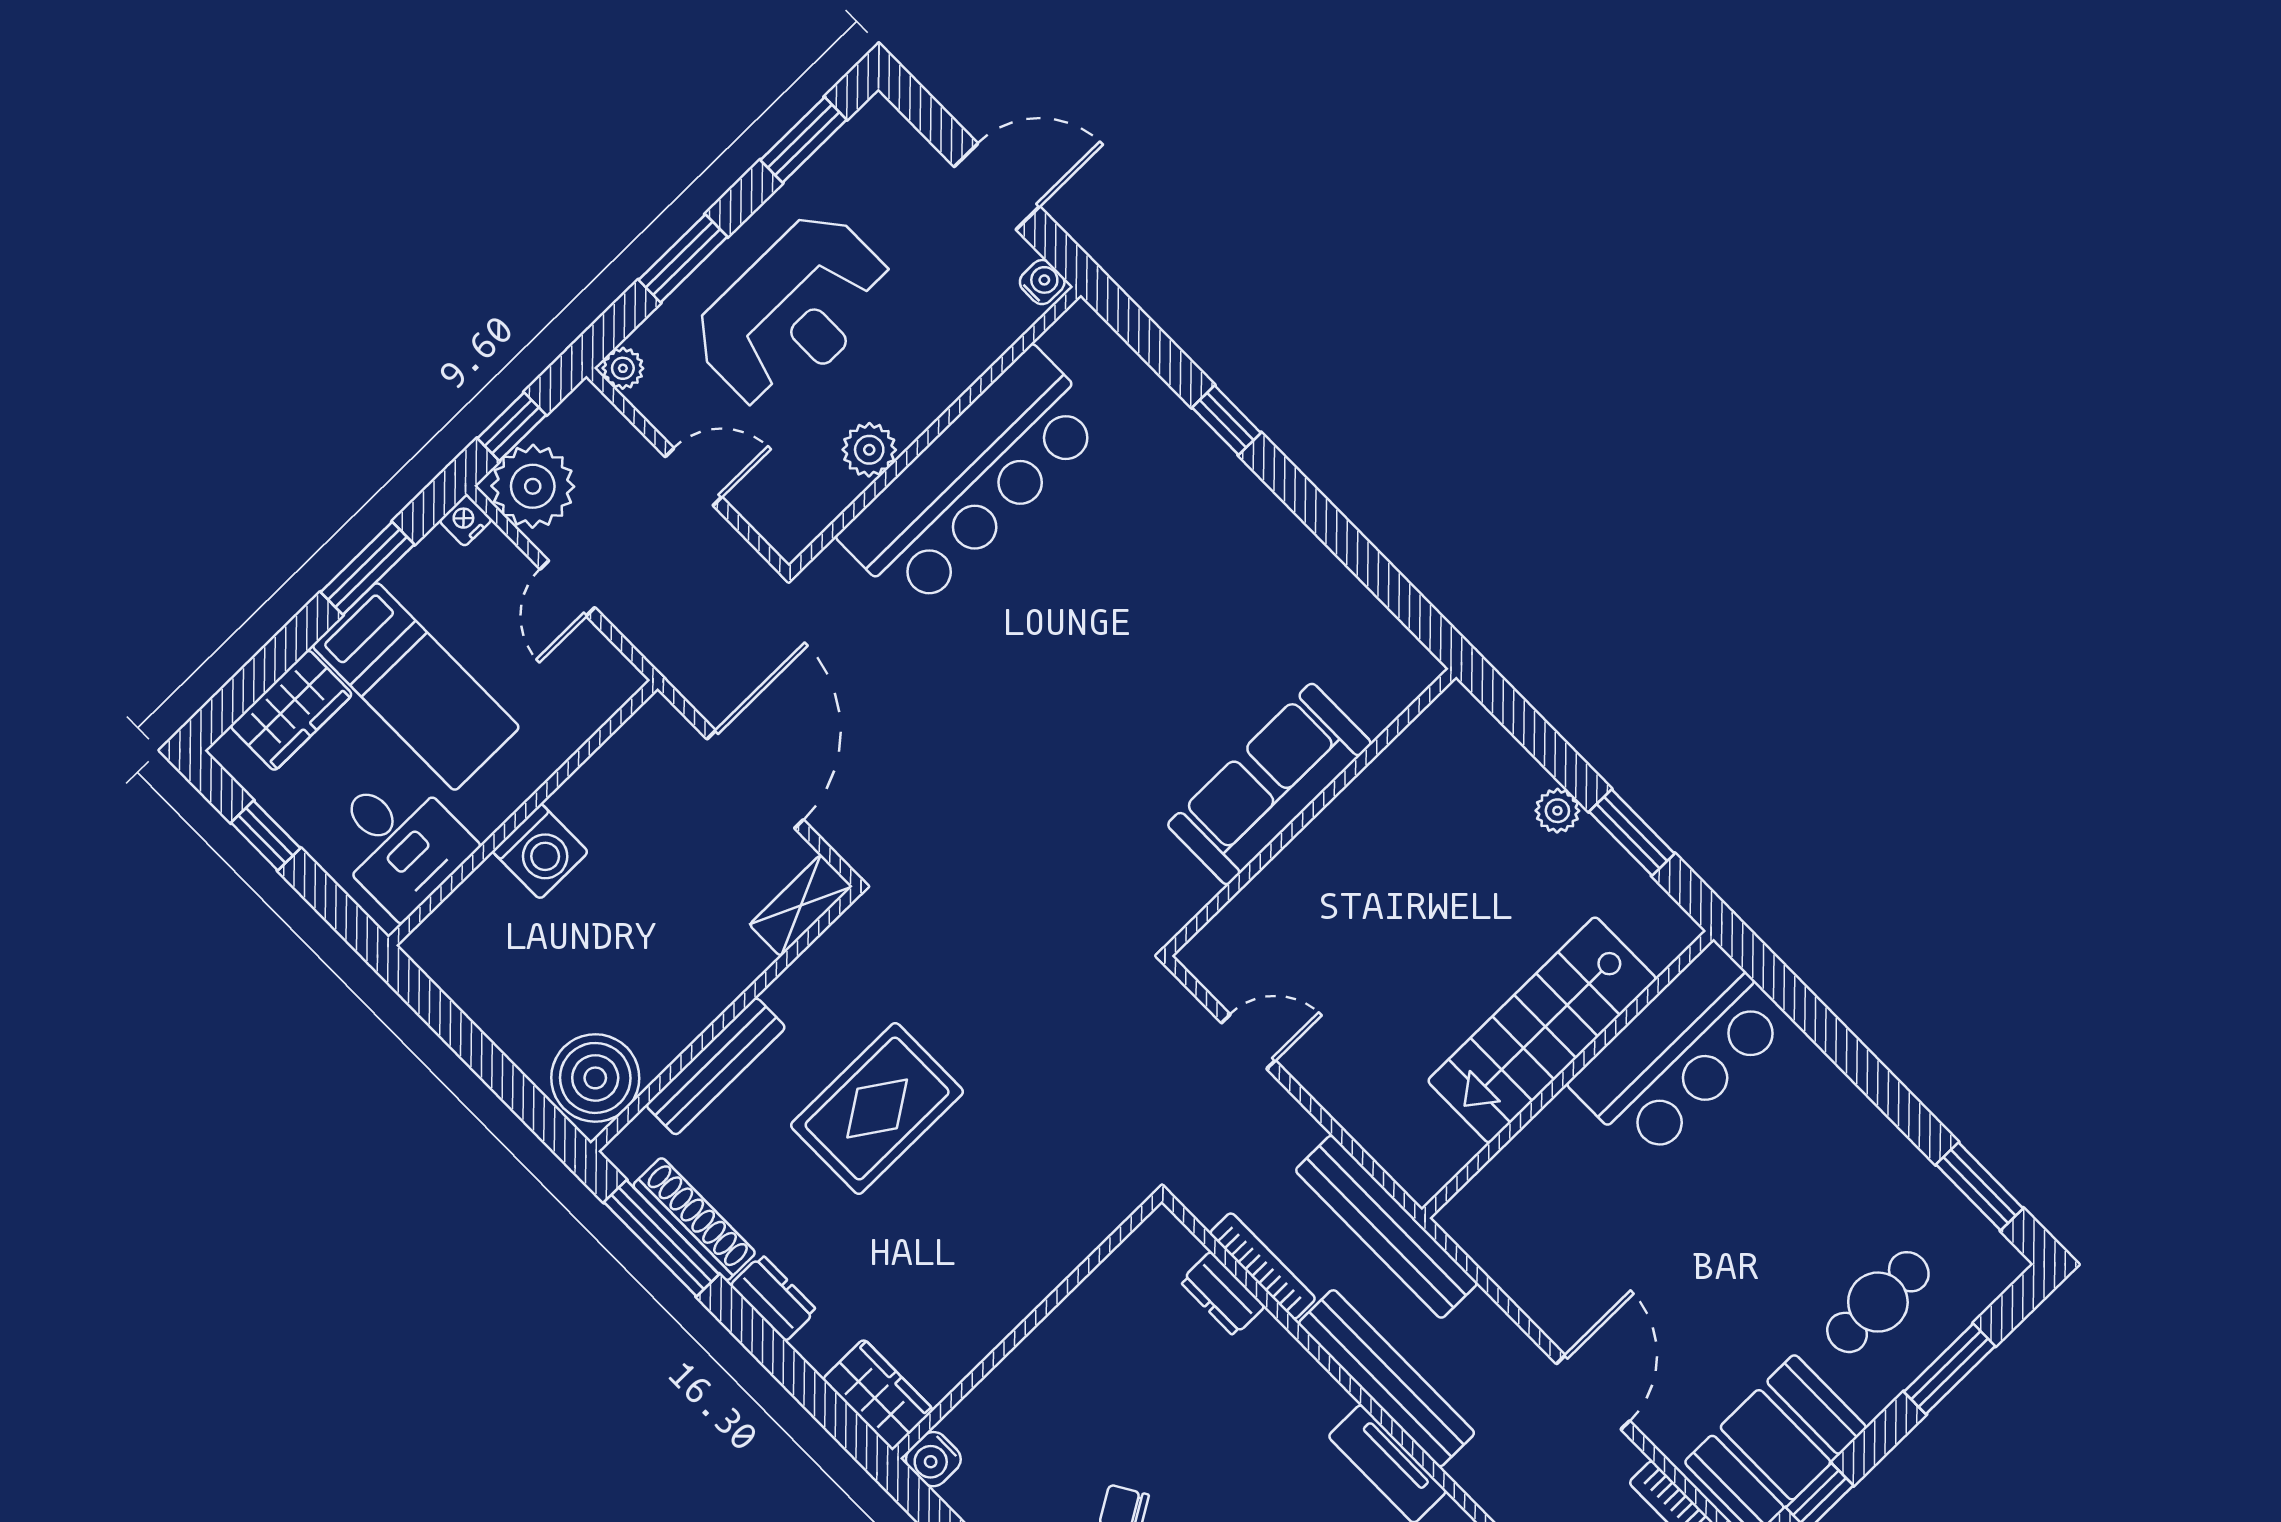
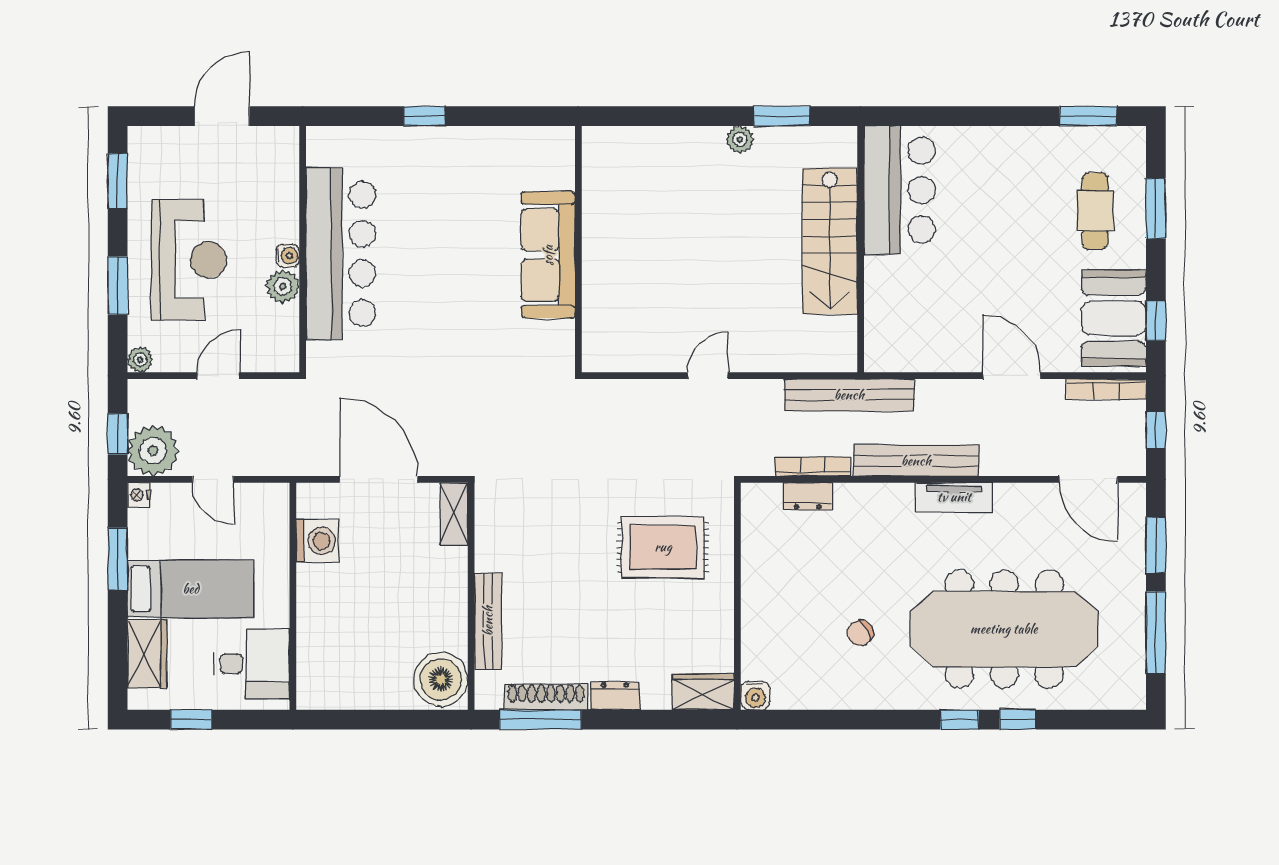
water cooler: (1042, 282) -> (288, 255), moved, turned 90
sofa: (1269, 784) -> (548, 255), moved
wall: (1310, 812) -> (578, 249), moved
washing machine: (540, 851) -> (317, 541), moved
rug: (877, 1108) -> (663, 547), moved, turned 90

